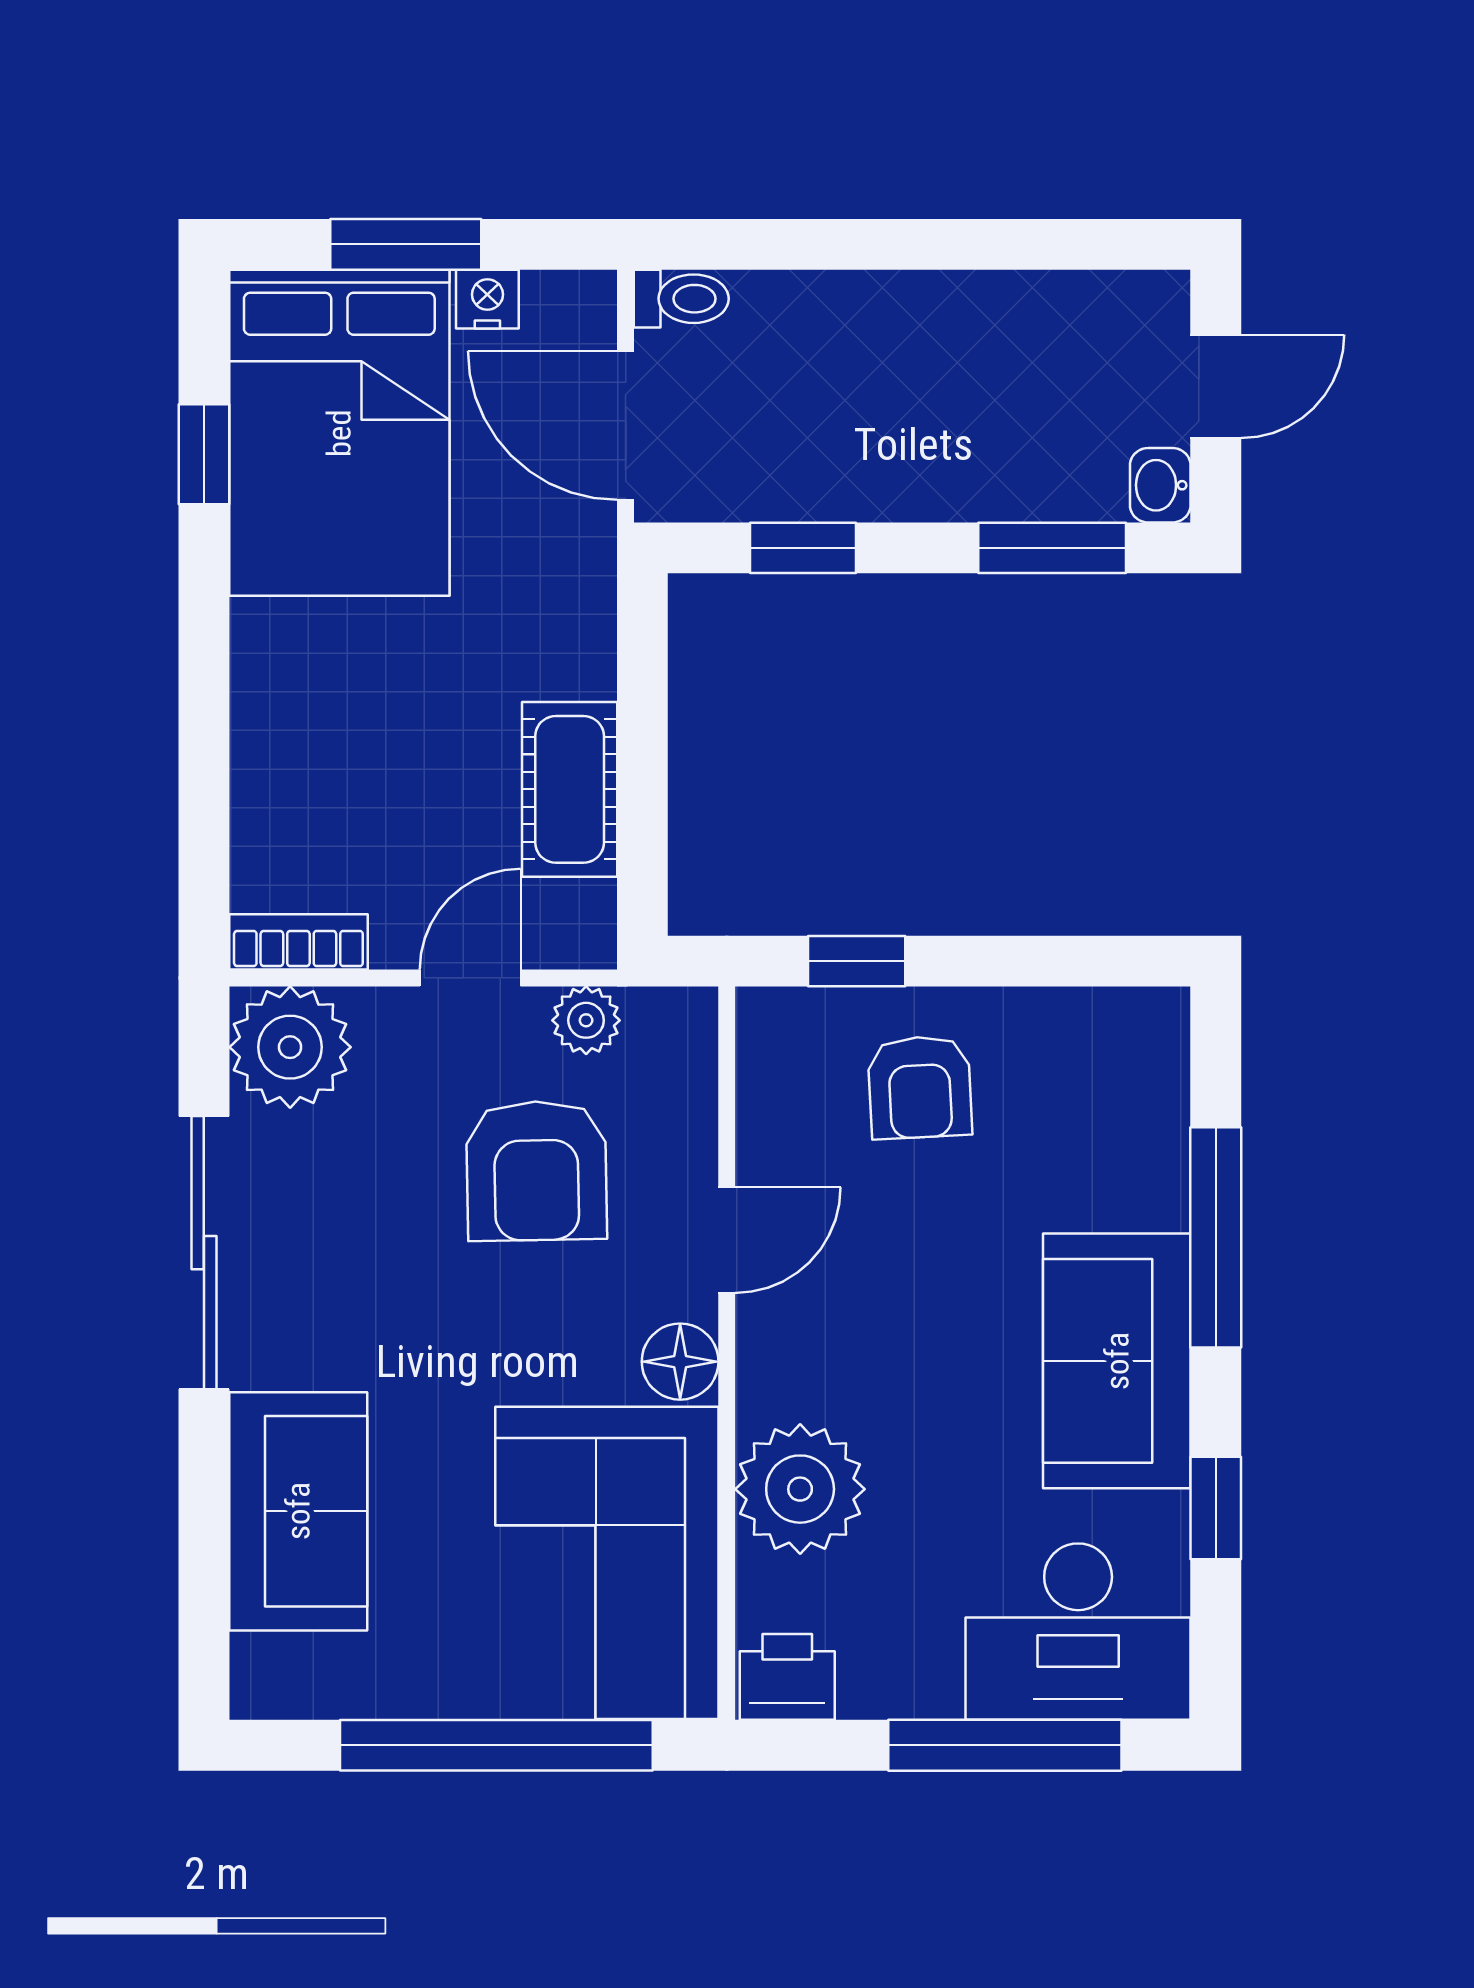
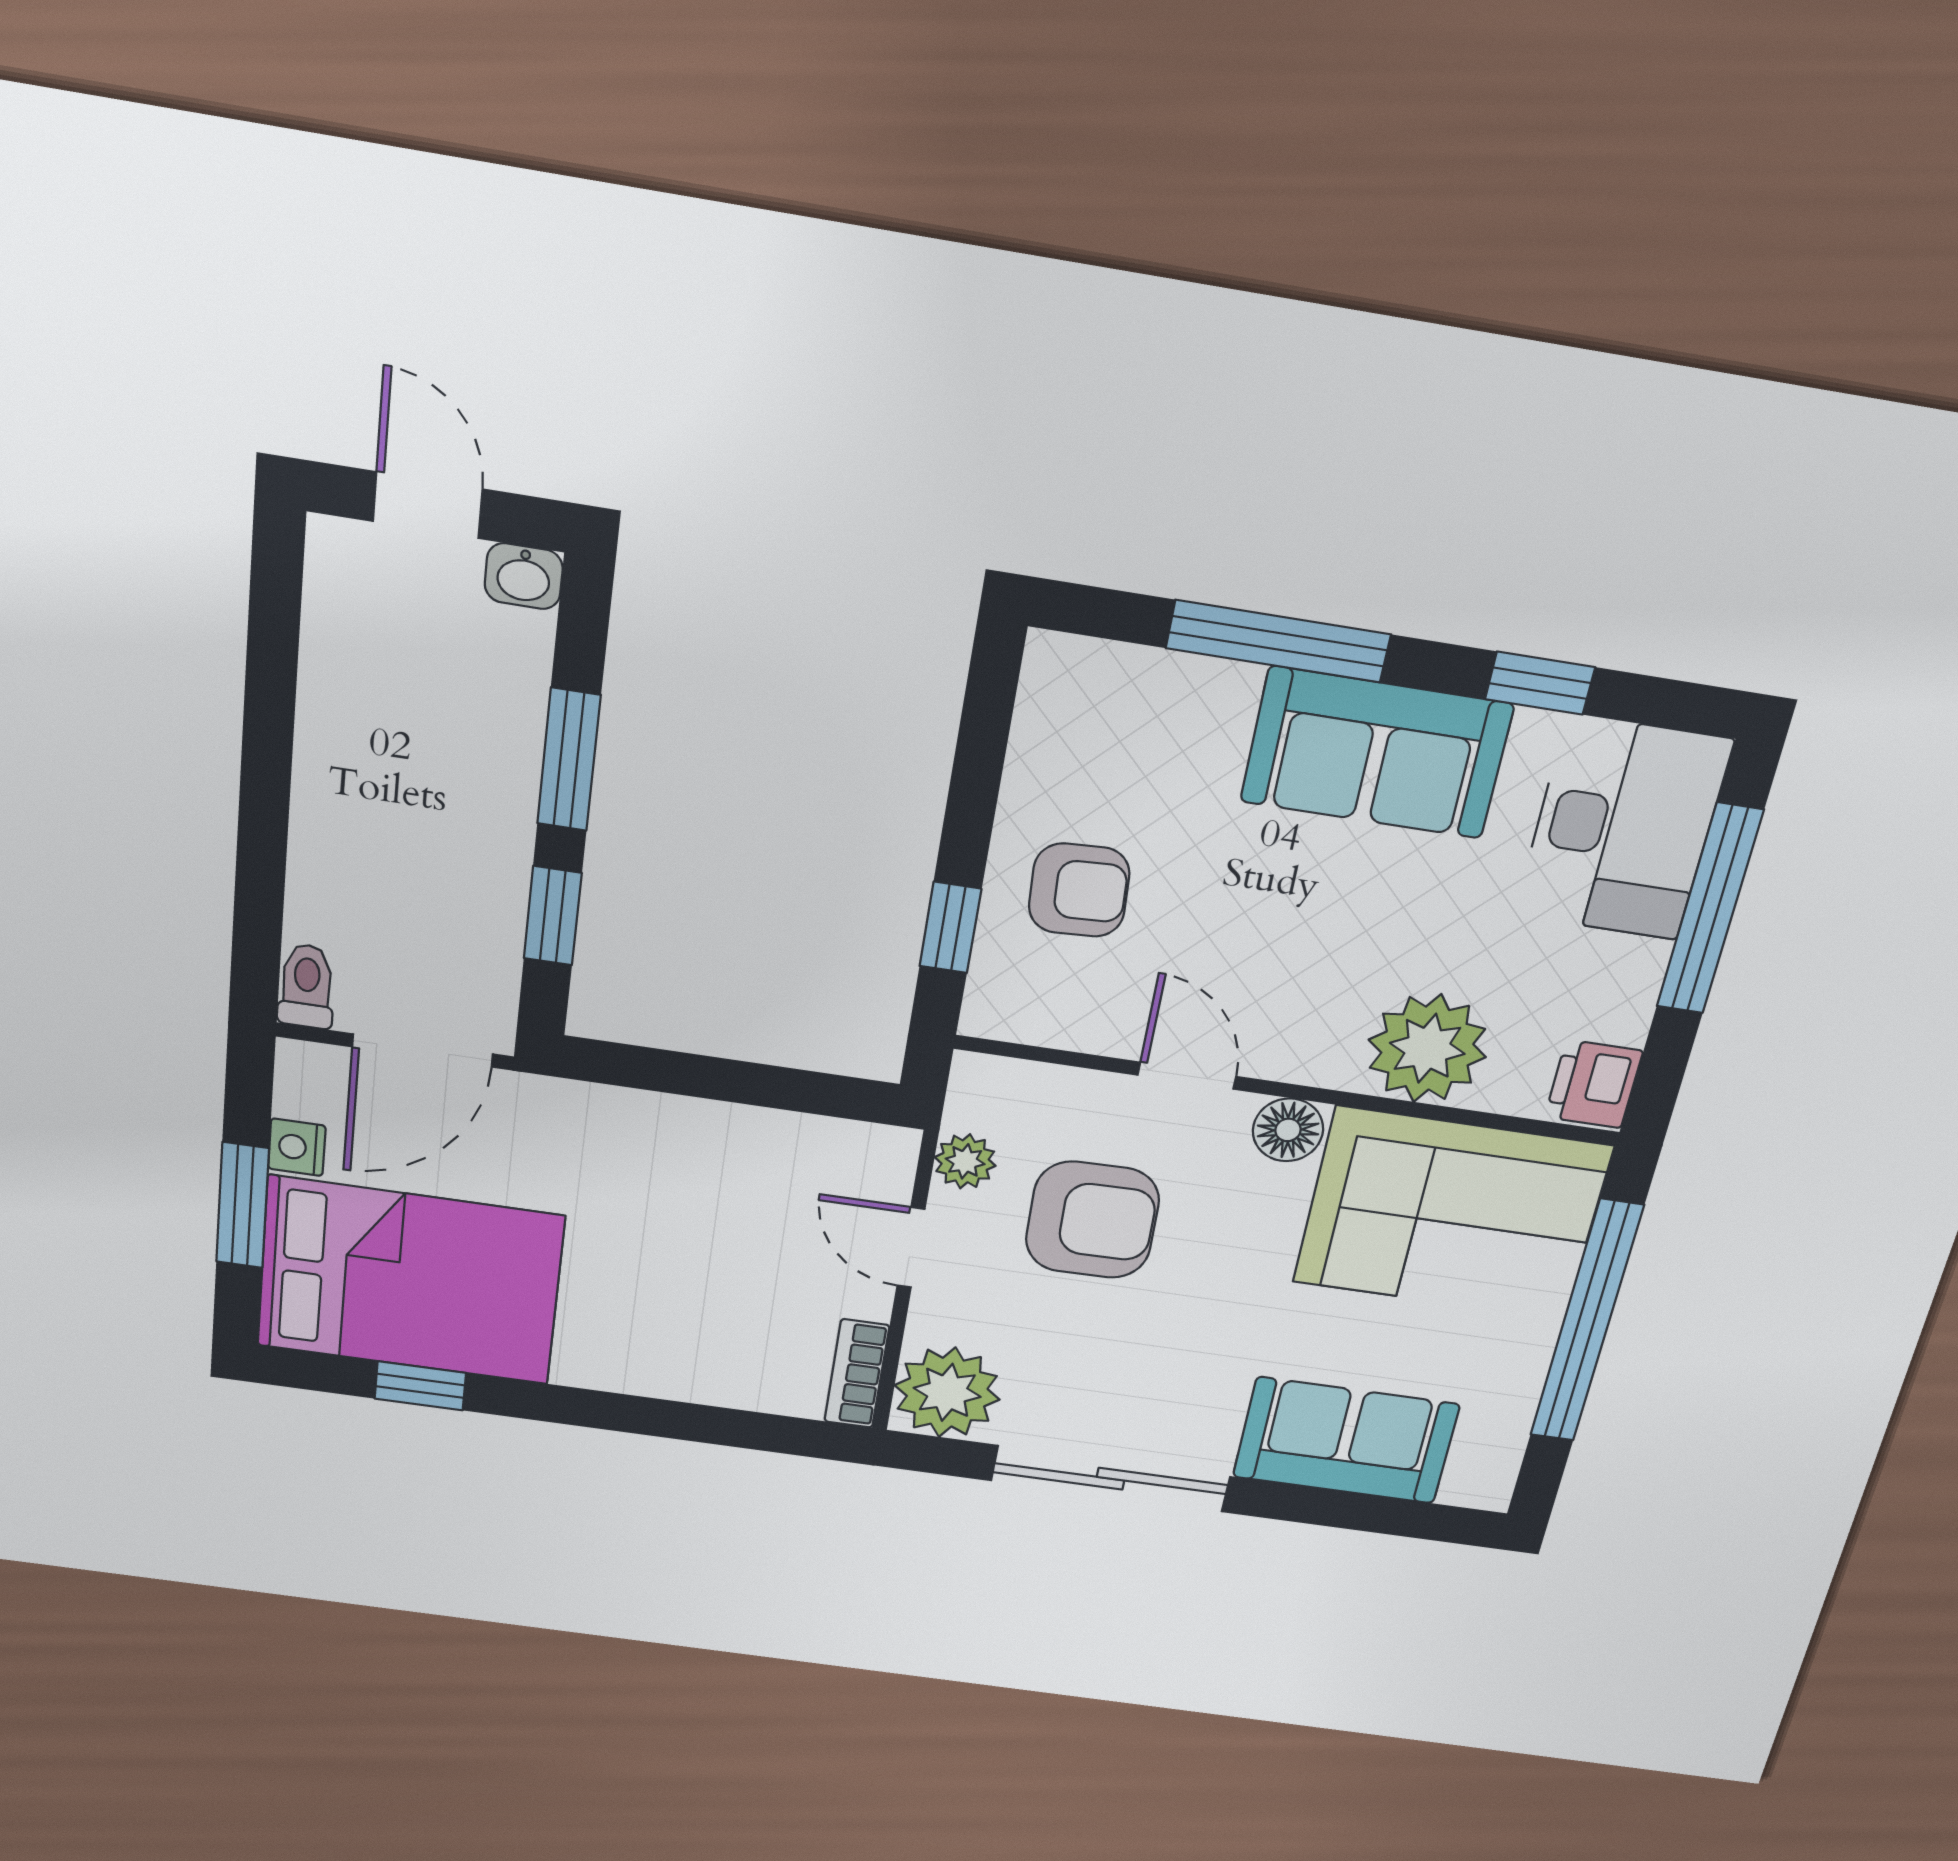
window: (1052, 548) -> (569, 760), moved
cot: (570, 789) -> (754, 1145), removed

